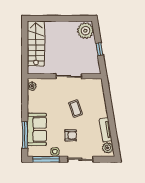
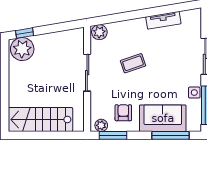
window: (99, 49) -> (25, 33), moved
window: (25, 94) -> (113, 135), added
armchair: (71, 135) -> (123, 113), moved
plant: (108, 148) -> (99, 32), moved

